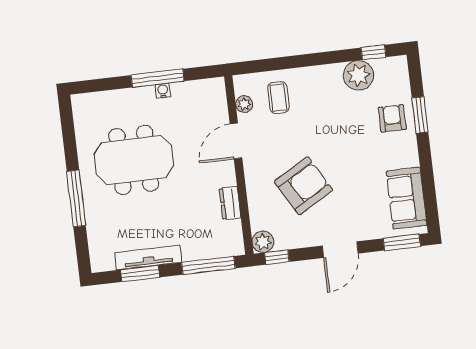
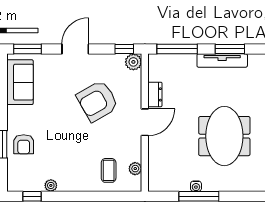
plant: (359, 75) -> (51, 185), width x0.53, depth x0.53
door: (236, 141) -> (145, 122), moved
meeting table: (134, 160) -> (224, 136), turned 90

